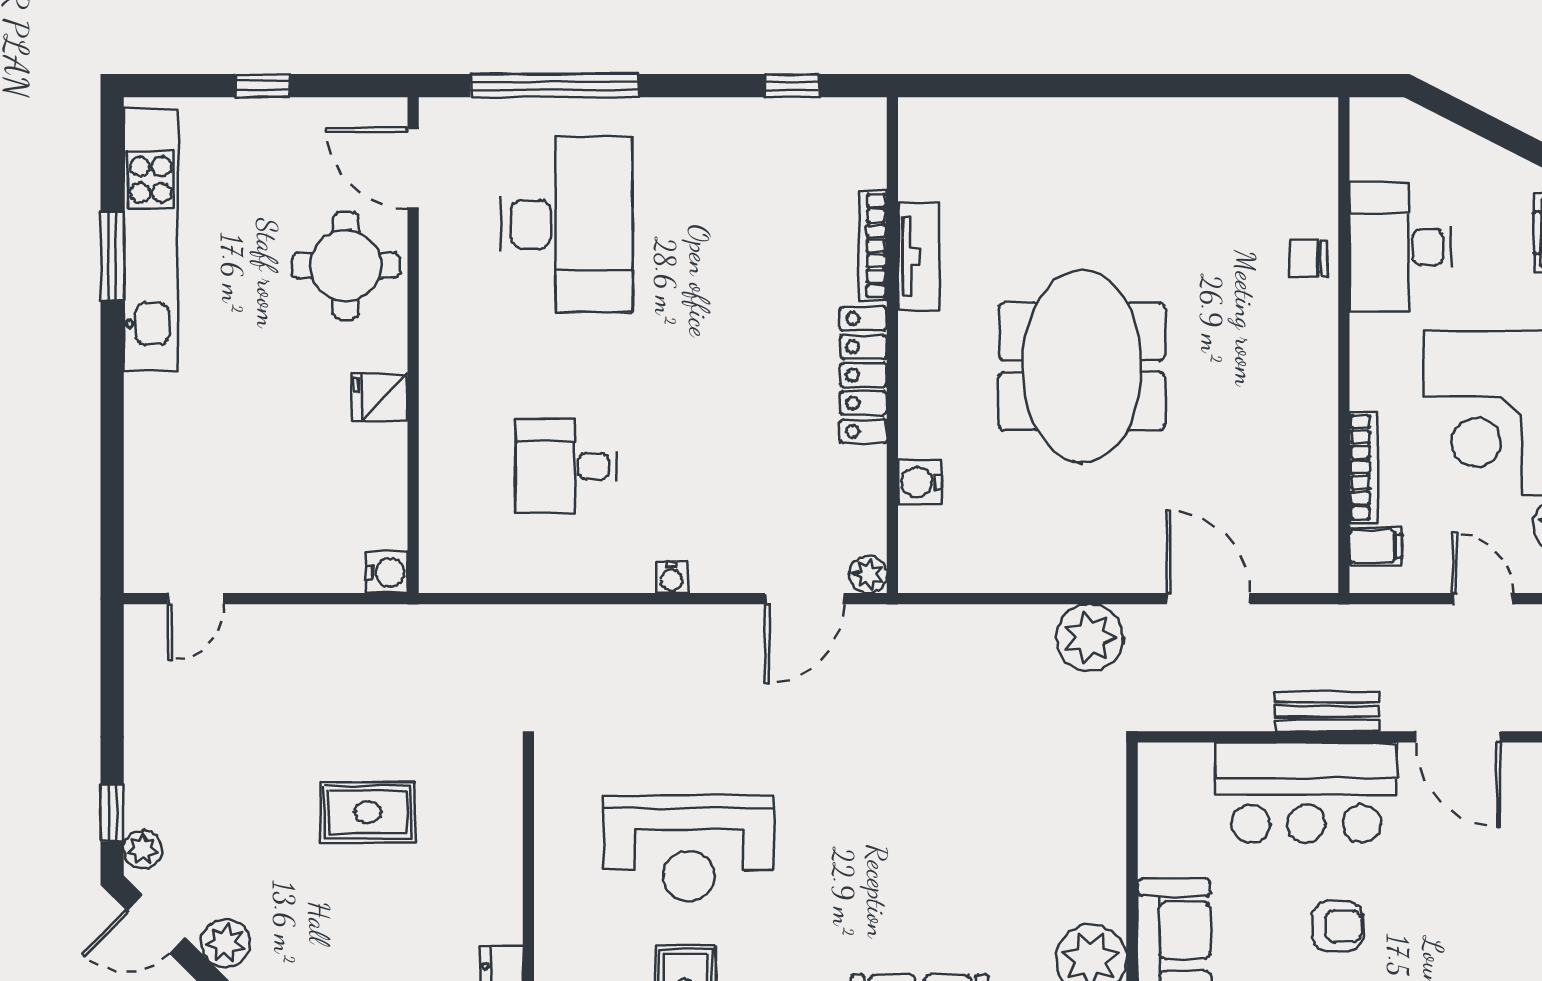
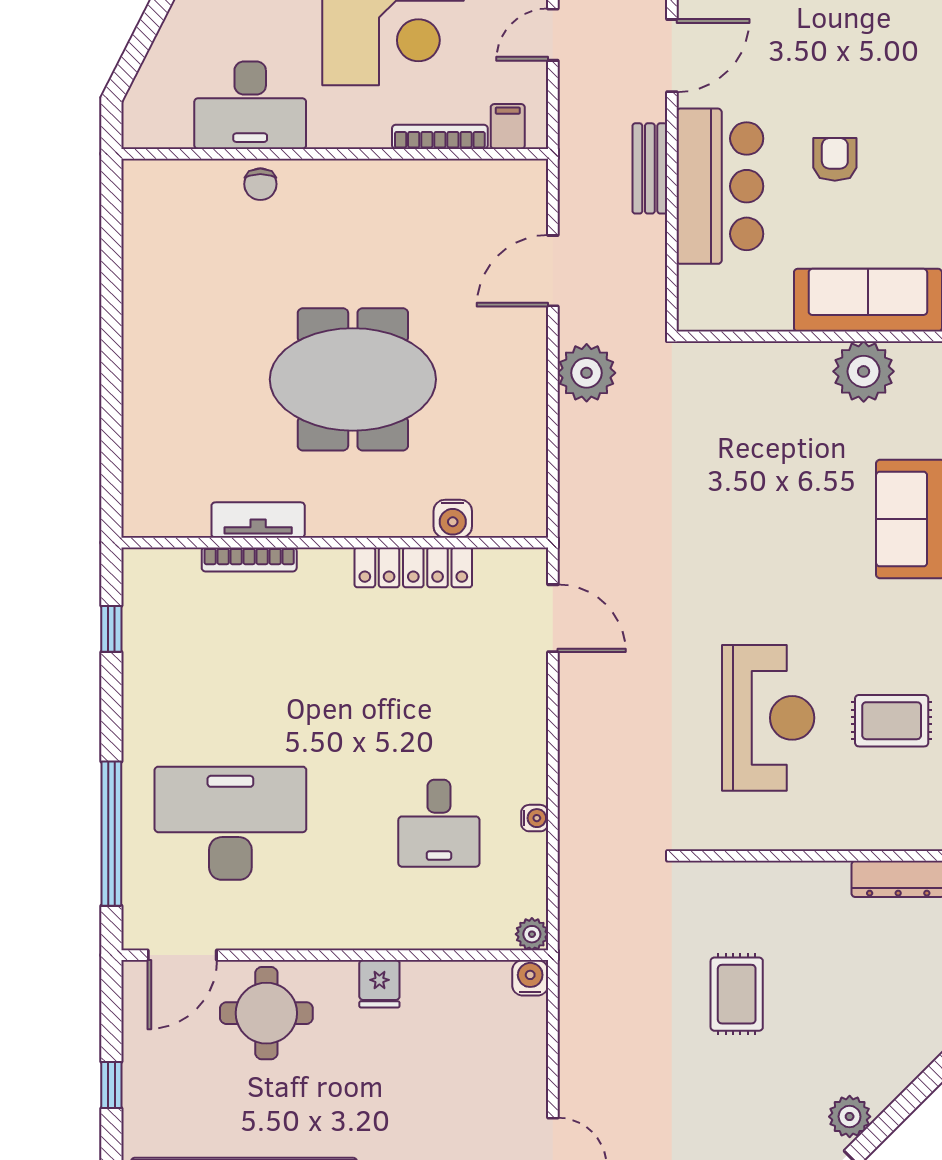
locker: (864, 375) -> (413, 567), moved
plant: (868, 574) -> (532, 934), moved
water cooler: (672, 578) -> (535, 818), moved

